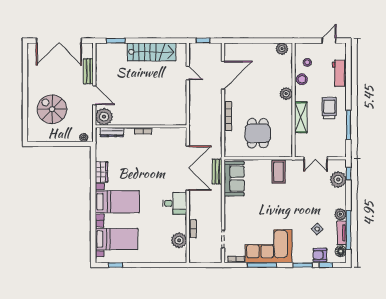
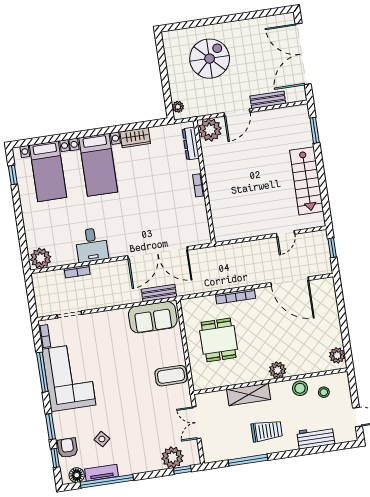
dining table: (258, 133) -> (219, 340), turned 90
desk: (175, 203) -> (92, 245), moved
plant: (340, 214) -> (126, 467), removed
plant: (179, 240) -> (41, 258), moved

